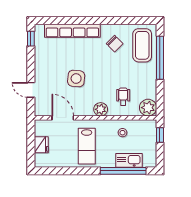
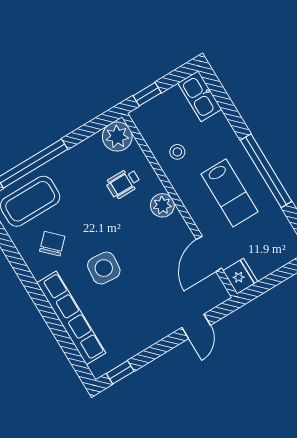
side table: (76, 79) -> (104, 268), moved
fridge: (41, 145) -> (240, 276), moved, turned 90
lab bench: (87, 146) -> (230, 193), turned 90
kitchen sink: (129, 160) -> (200, 96), moved
window: (123, 171) -> (266, 171), moved

